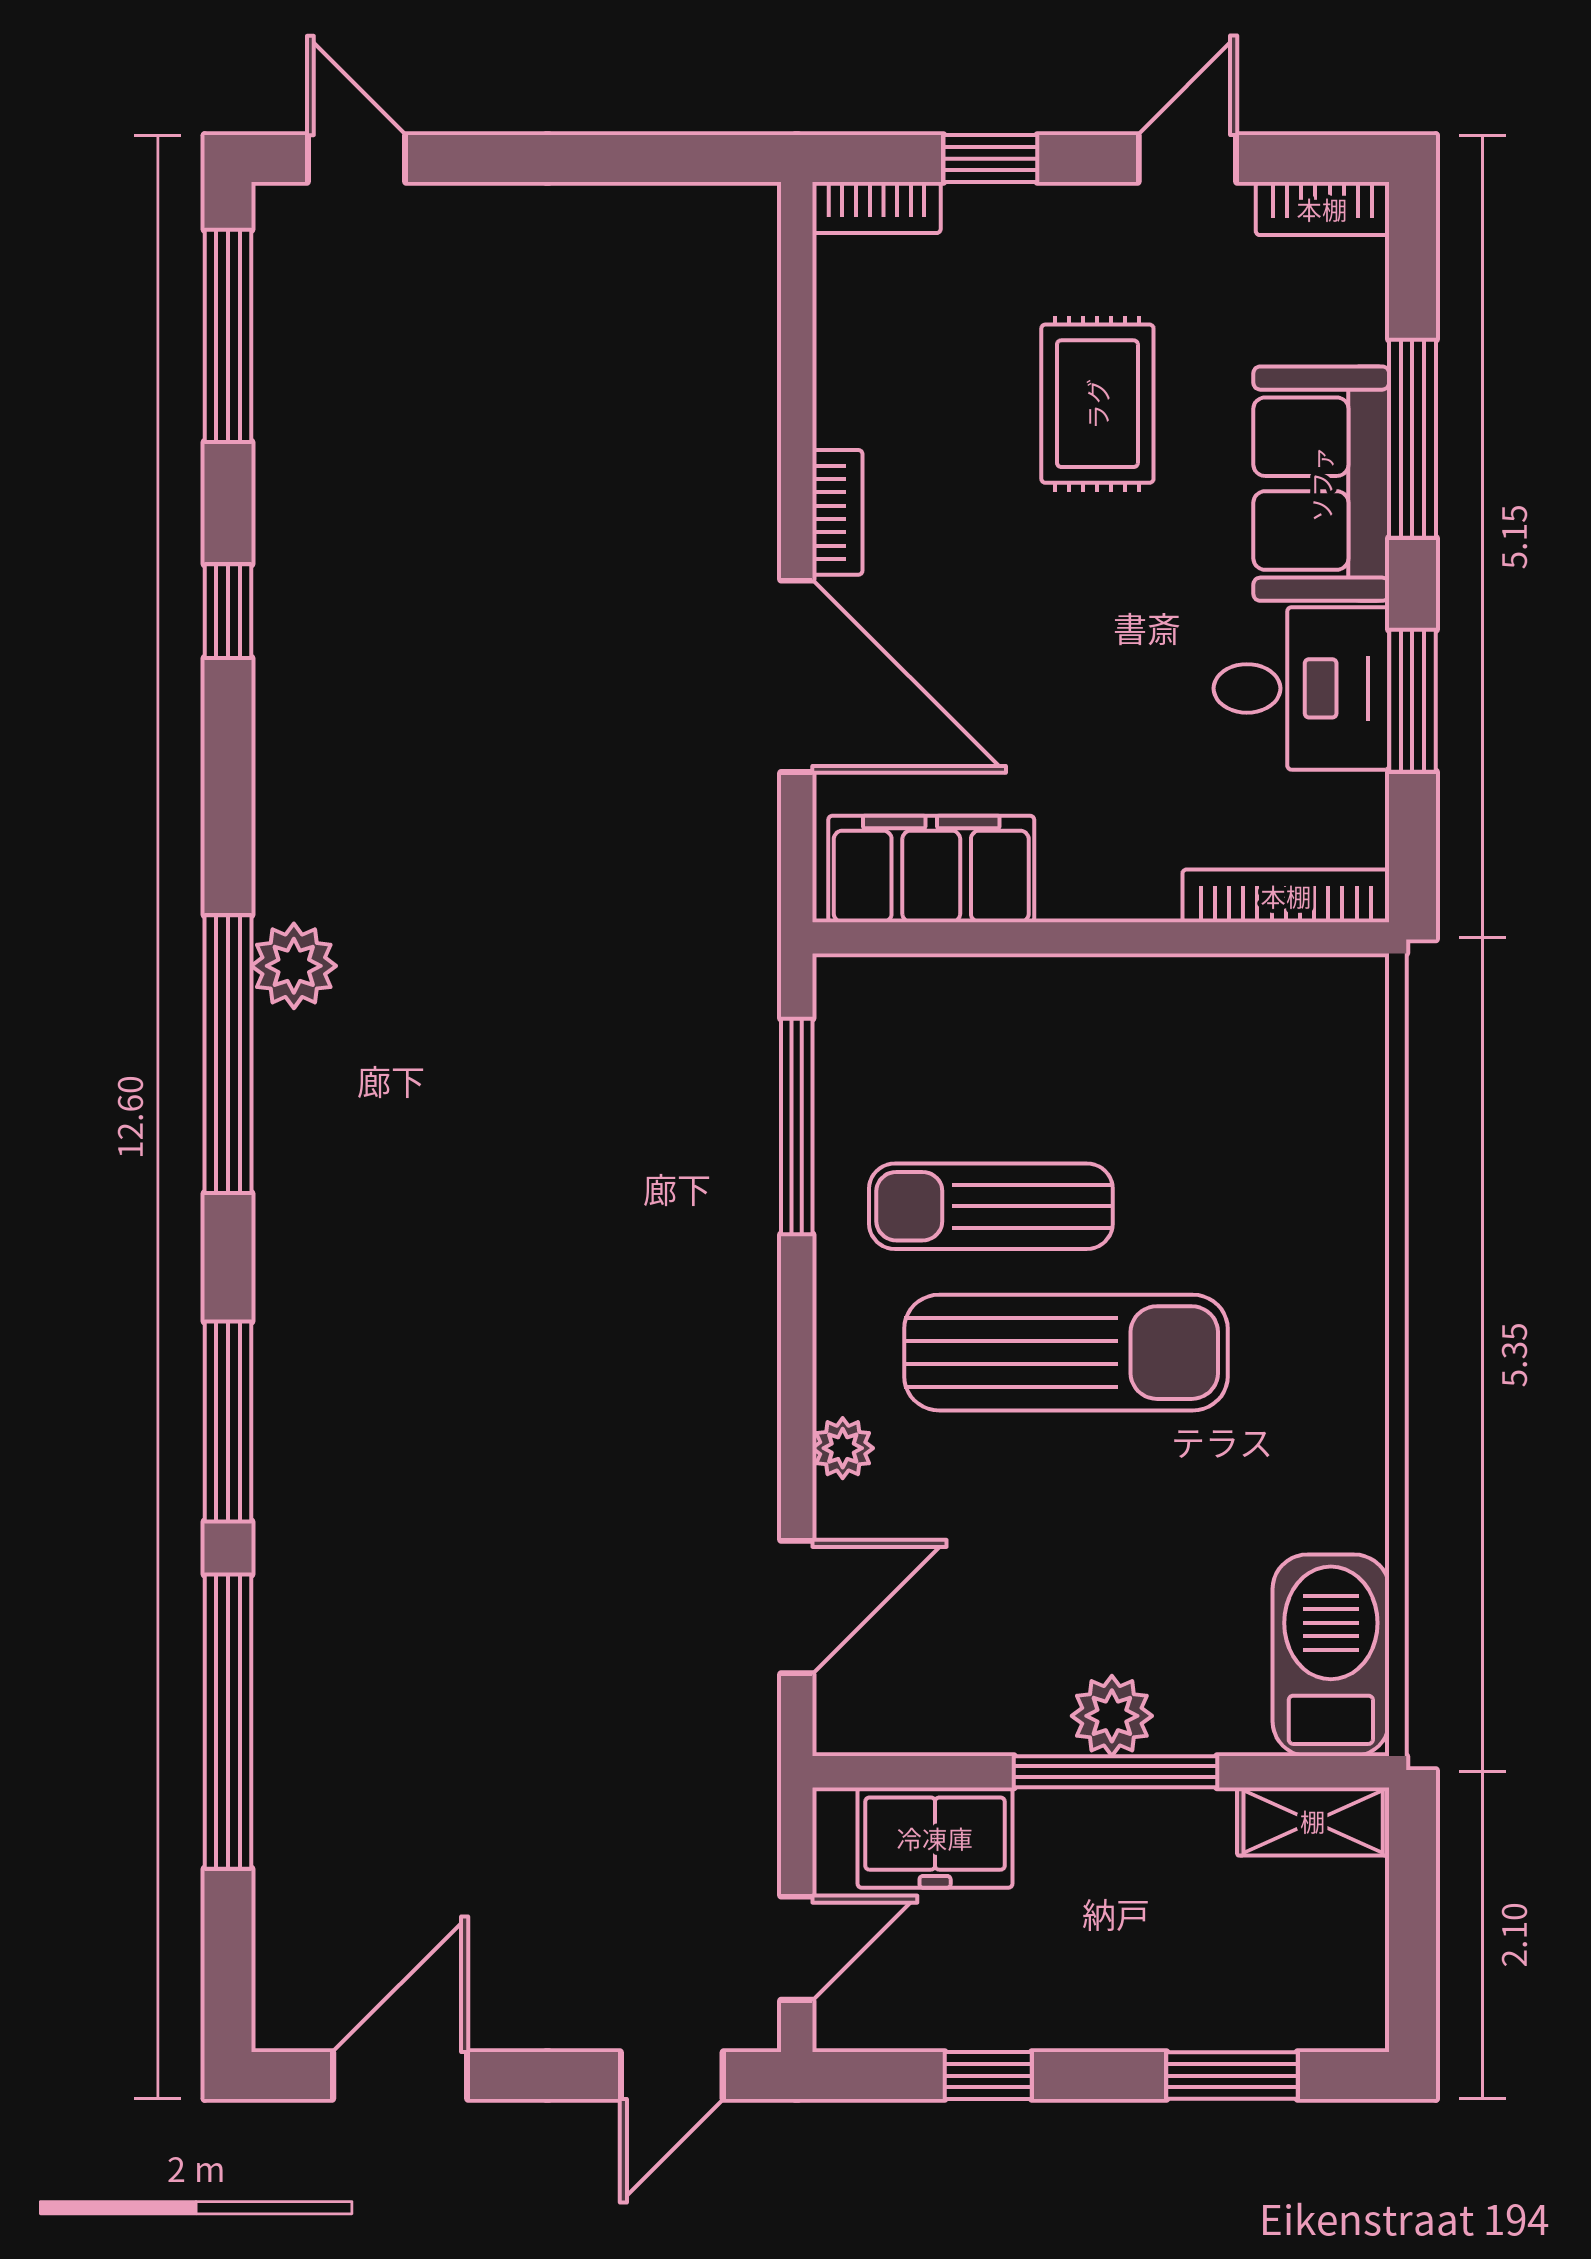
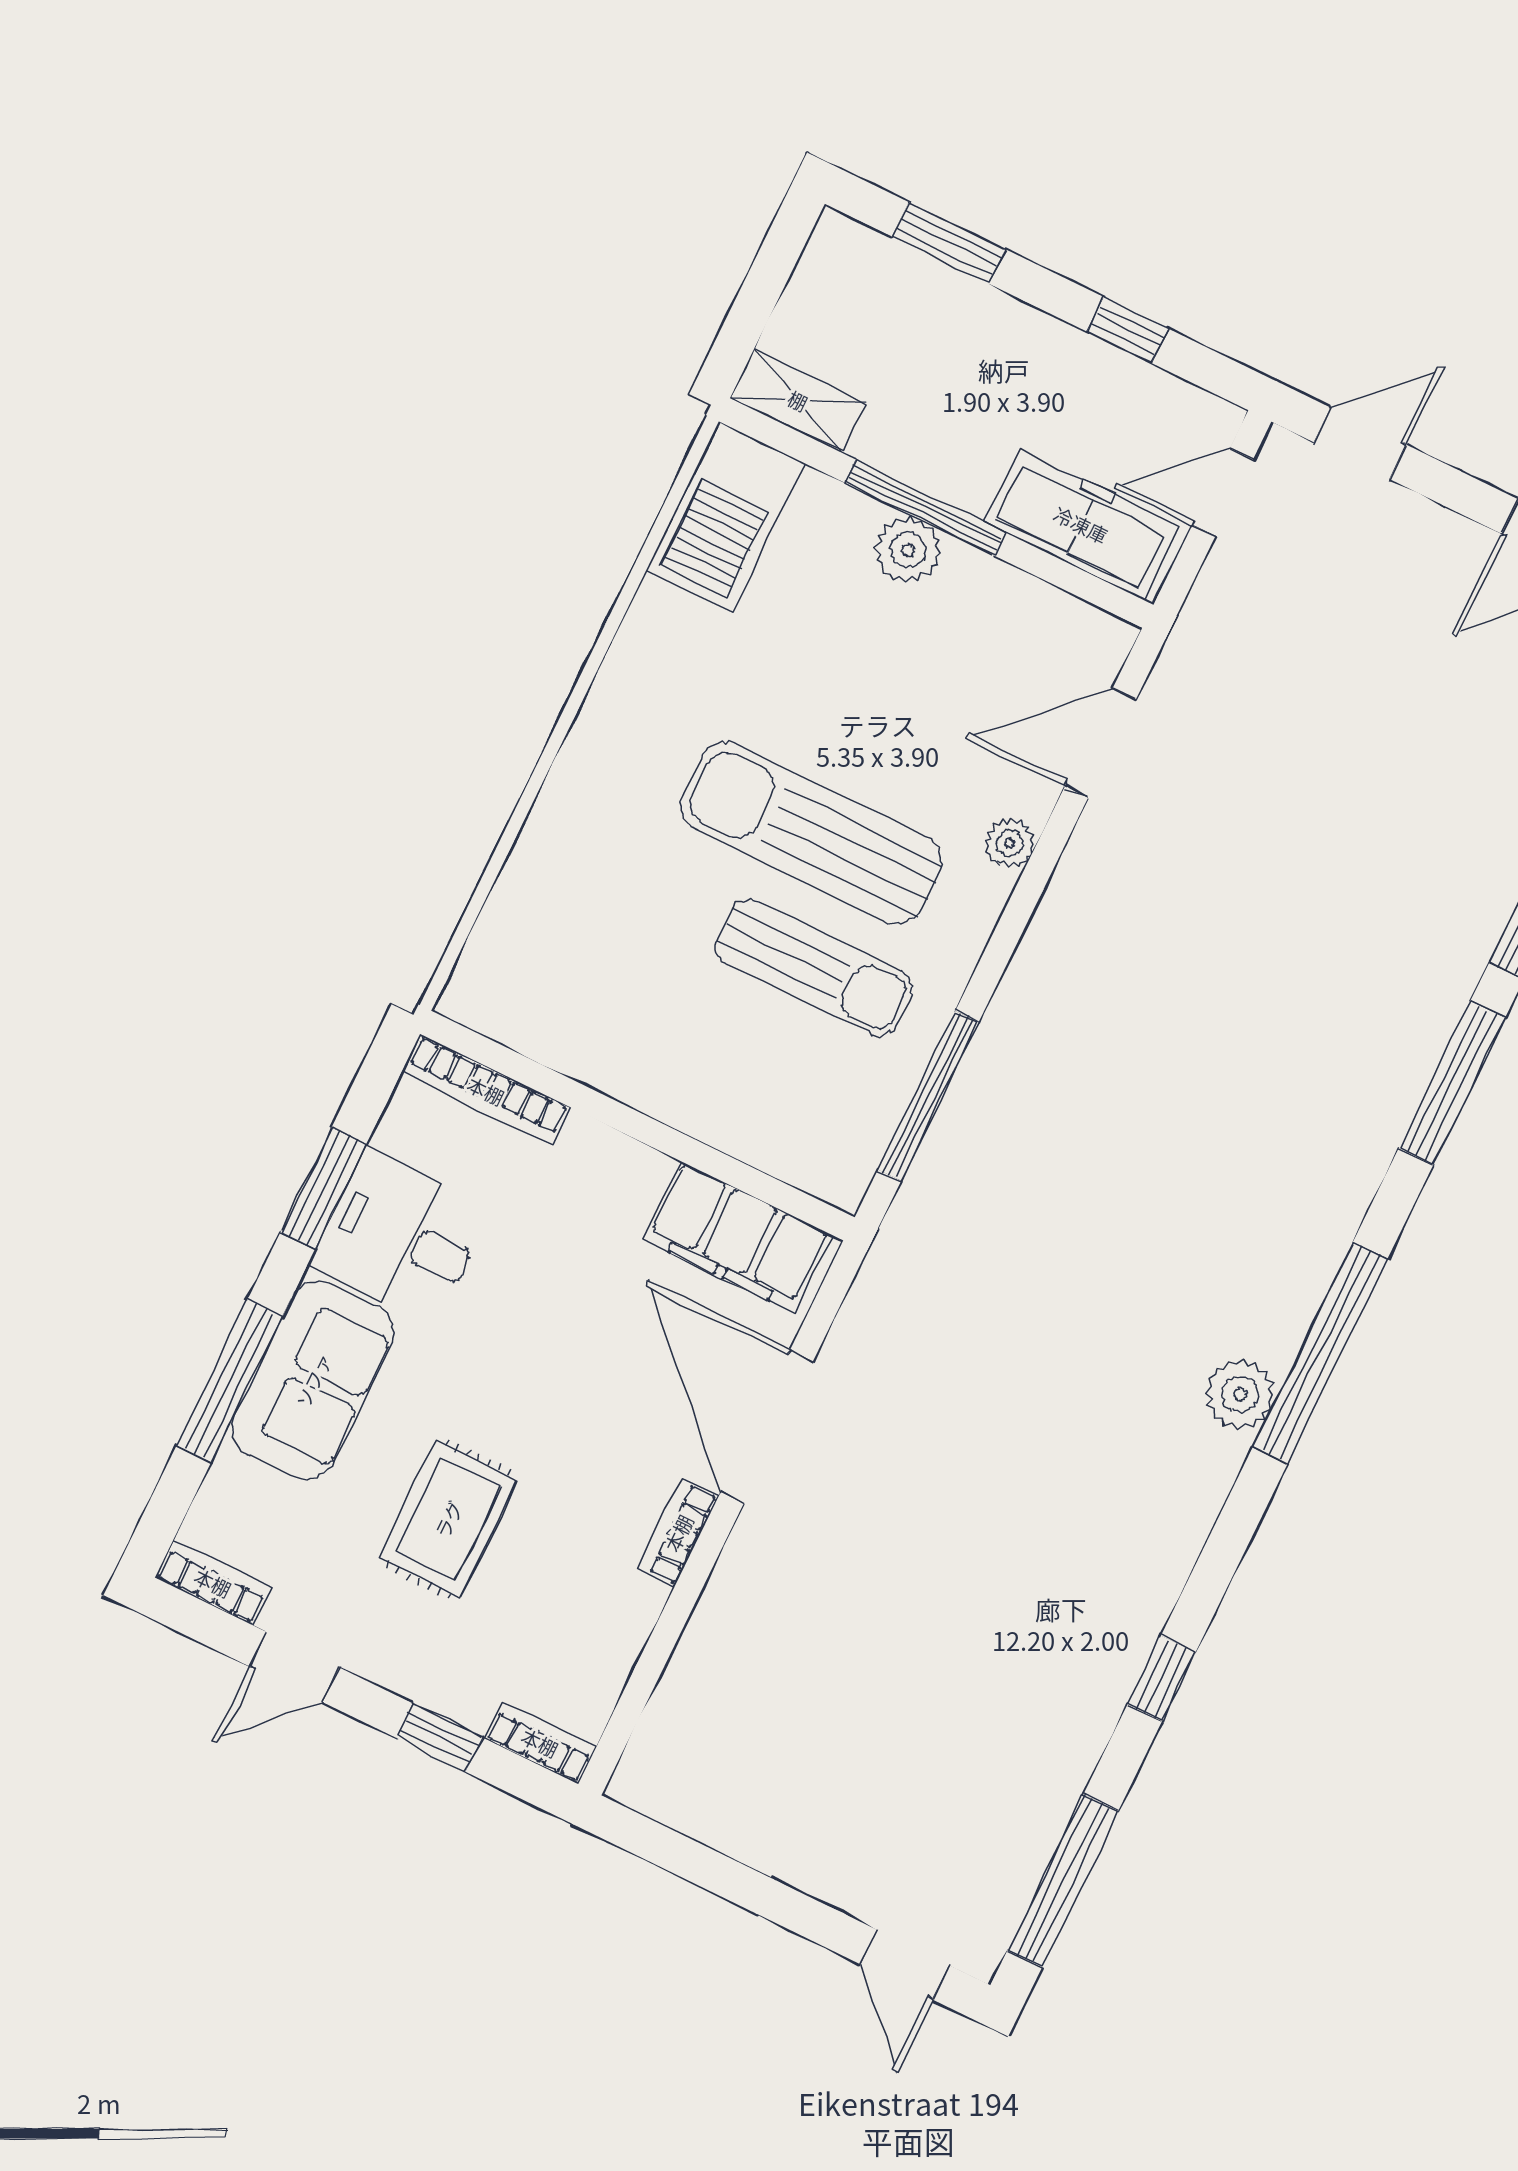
freezer: (935, 1838) -> (1081, 524), width x1.40

